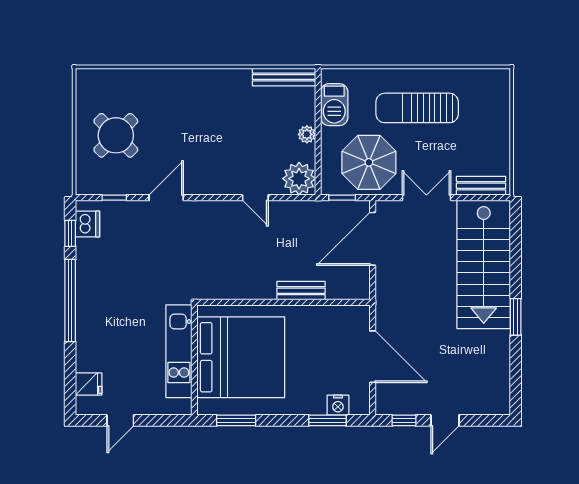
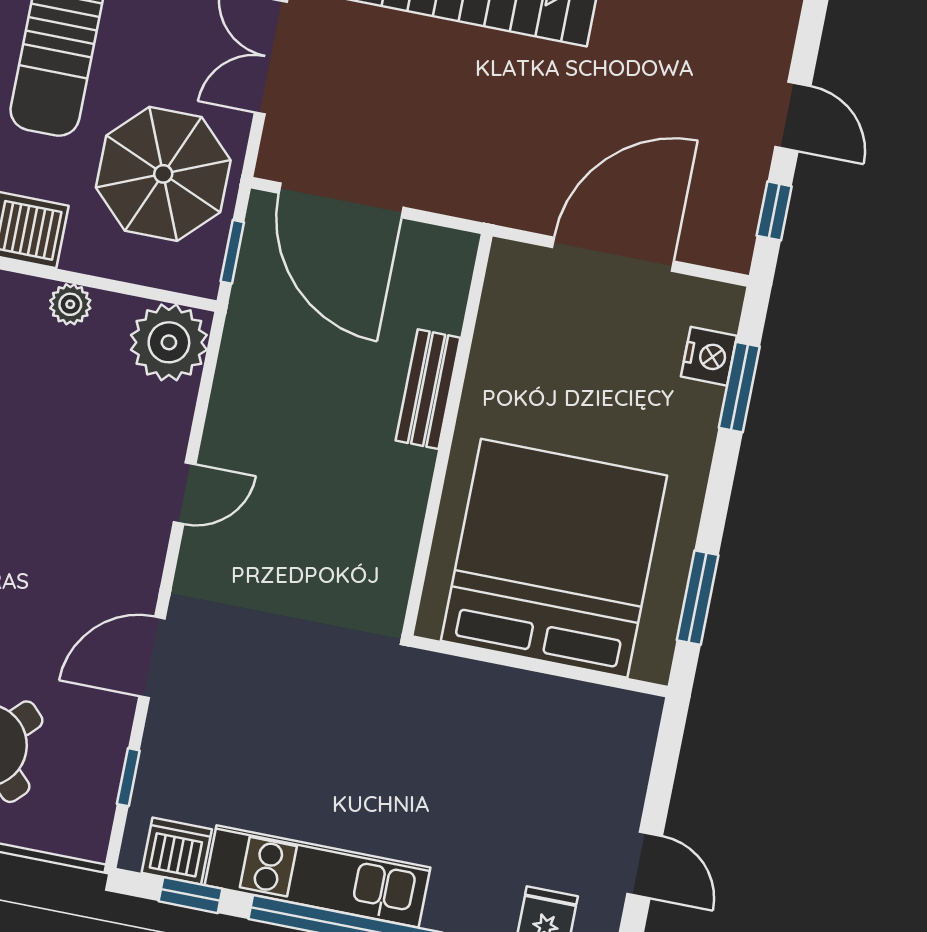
door: (166, 198) -> (152, 657), hinge flipped
door: (255, 198) -> (185, 493), moved
kitchen unit: (179, 351) -> (318, 876), moved, turned 180

